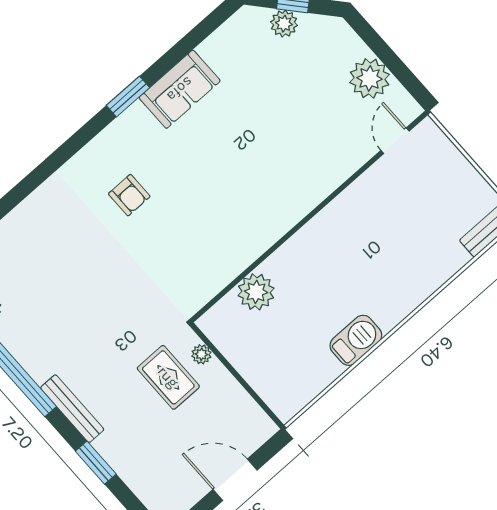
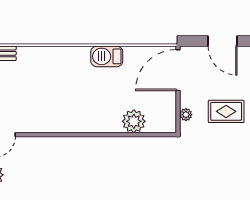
rug: (168, 377) -> (226, 111), moved, turned 90
door: (257, 399) -> (178, 70), added

